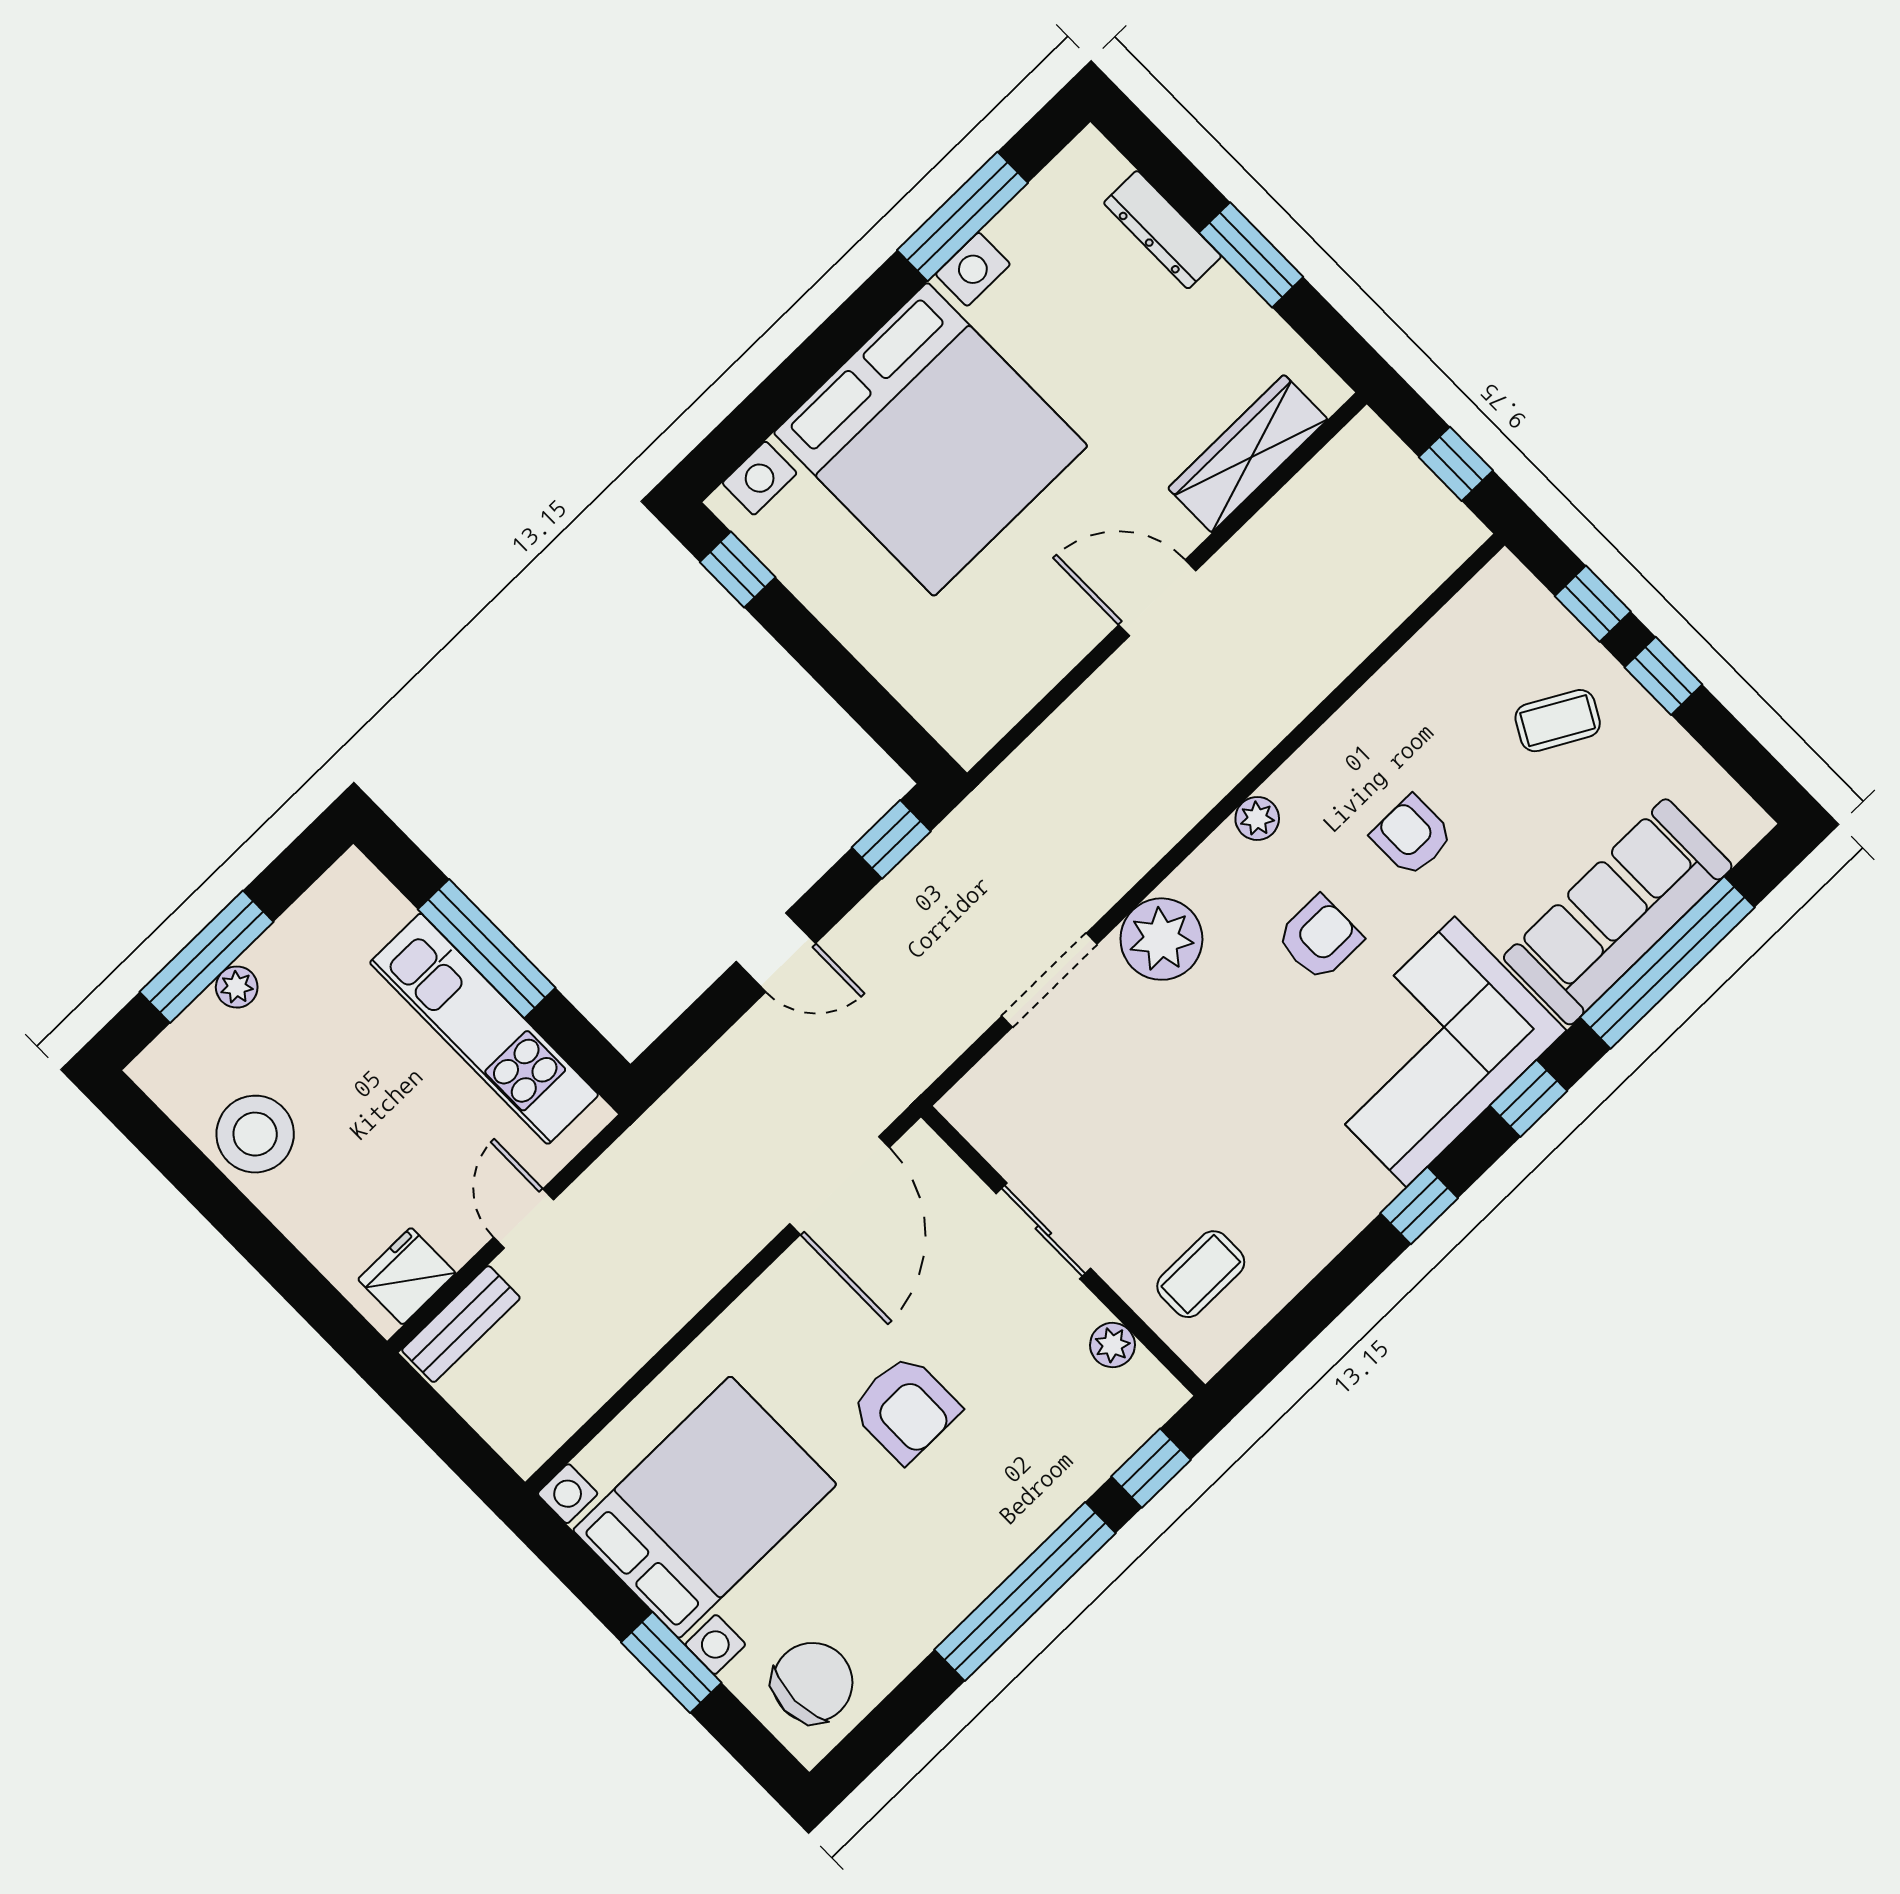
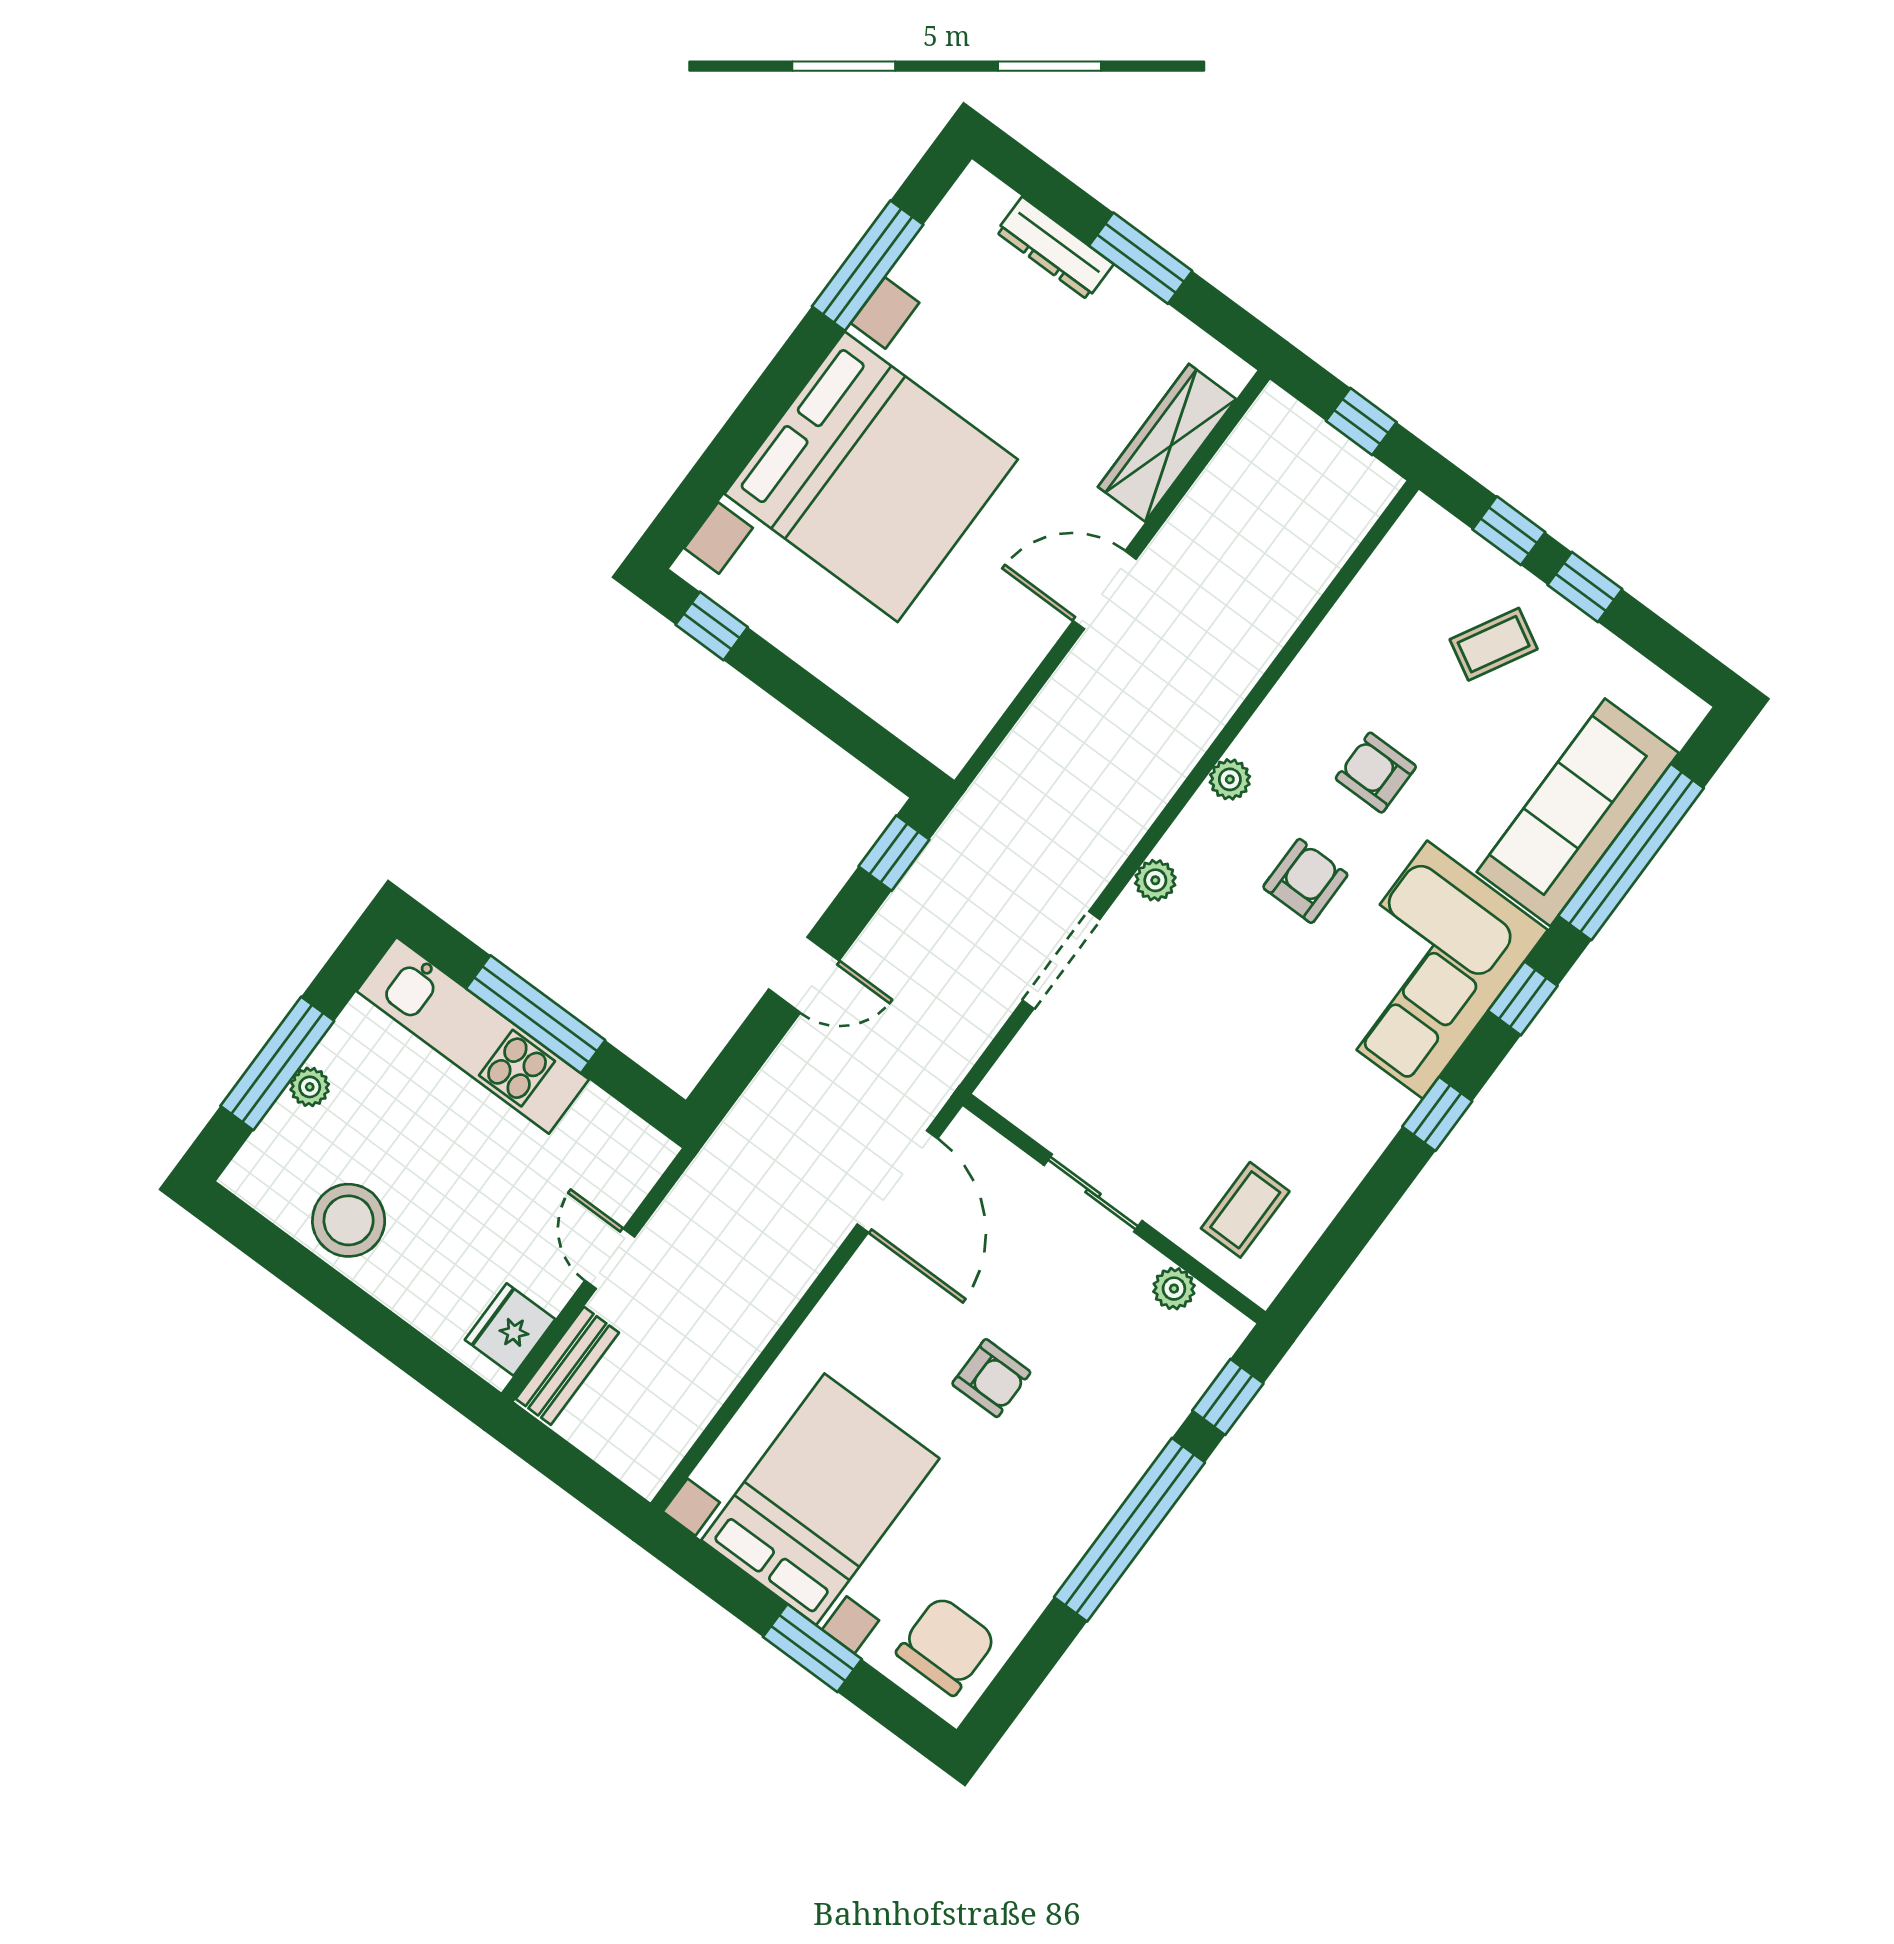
plant: (1161, 939) -> (1155, 880), width x0.53, depth x0.53
kitchen unit: (484, 1029) -> (473, 1035), moved
armchair: (905, 1408) -> (991, 1378), width x0.72, depth x0.72

